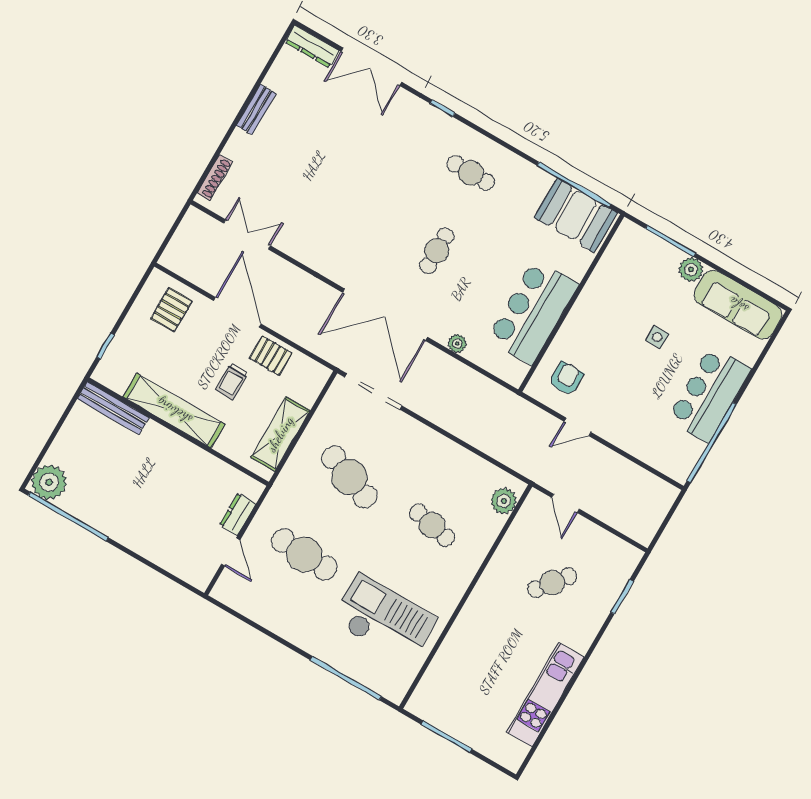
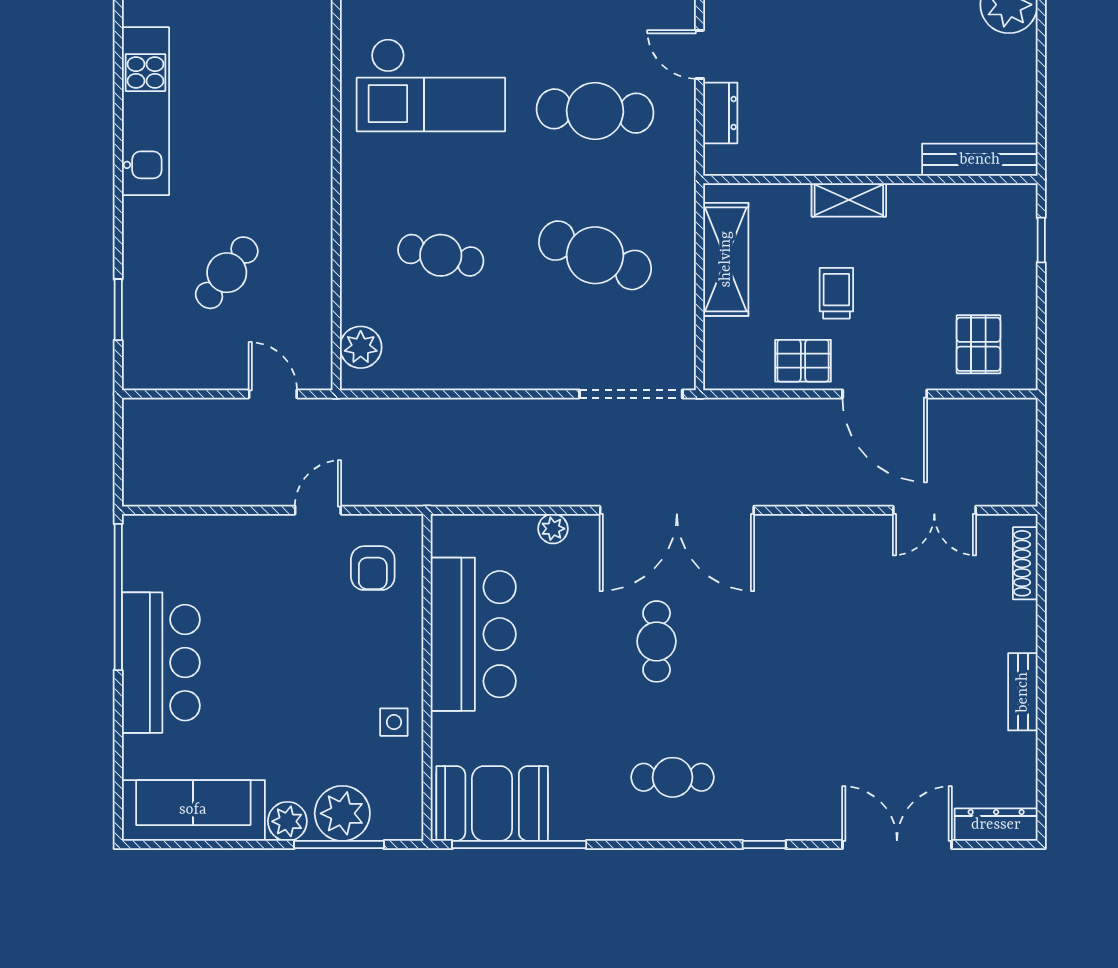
plant: (659, 257) -> (342, 813), added
double door: (385, 315) -> (677, 510), swing flipped
side table: (657, 337) -> (394, 722), moved
shelving: (174, 411) -> (849, 200), width x0.45, depth x0.75

